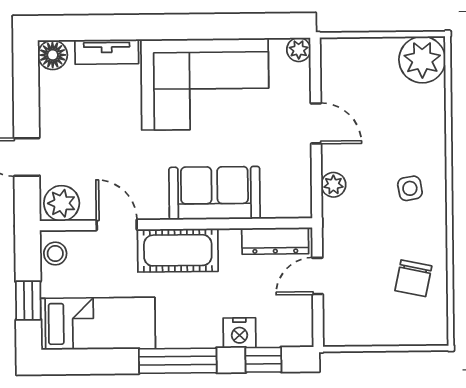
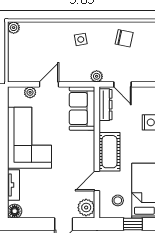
plant: (299, 50) -> (30, 92), moved
plant: (422, 60) -> (14, 28), width x0.53, depth x0.53
plant: (333, 185) -> (97, 76), moved
sofa: (215, 193) -> (82, 109), moved
stool: (55, 254) -> (118, 200), moved

